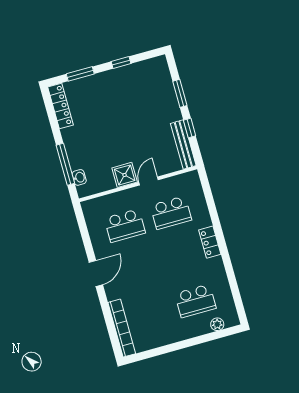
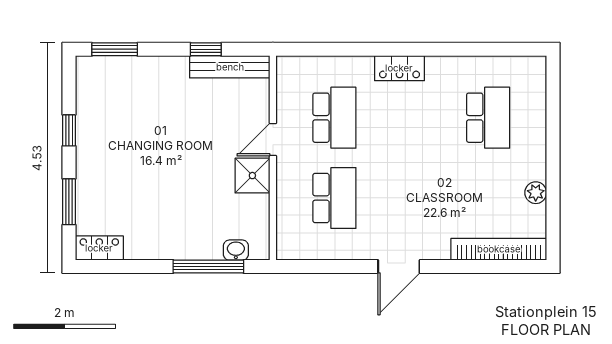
window: (180, 93) -> (115, 49), moved
locker: (60, 106) -> (99, 248), width x0.66
door: (148, 181) -> (273, 140), hinge flipped
door: (96, 273) -> (399, 267), swing flipped
plant: (217, 324) -> (536, 193), moved

